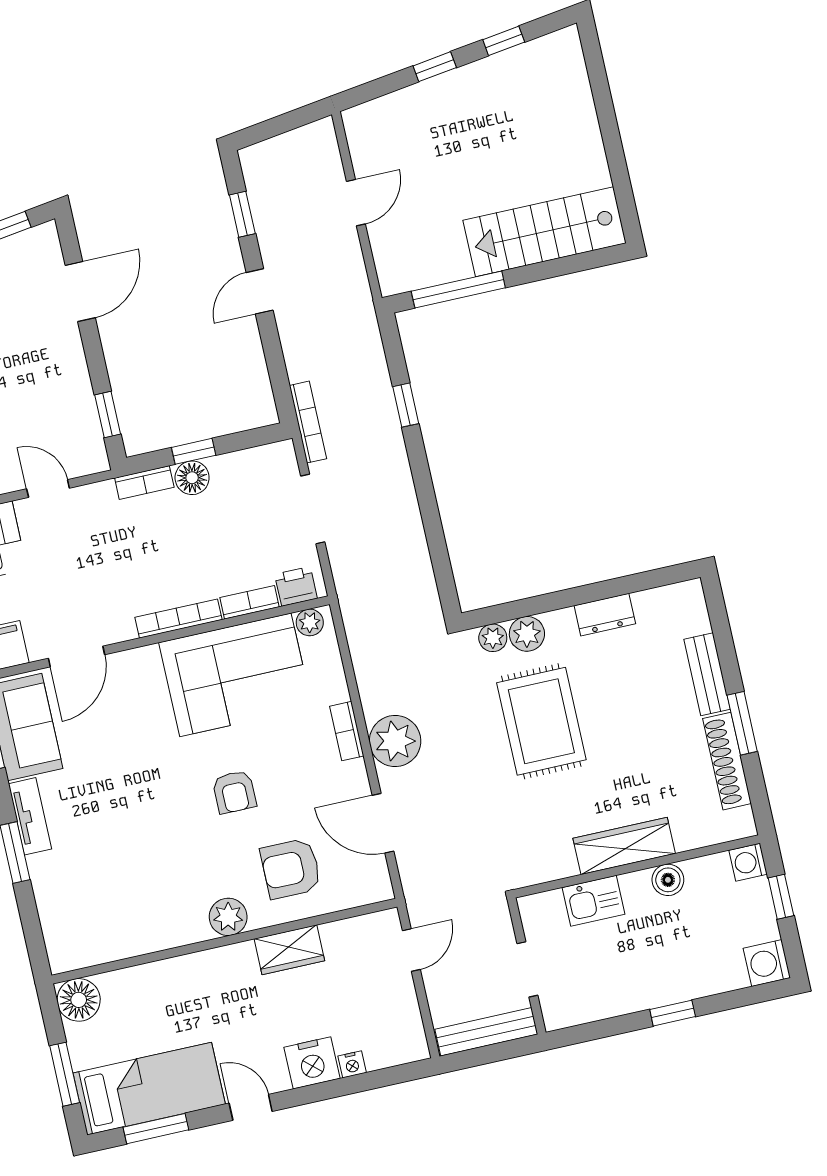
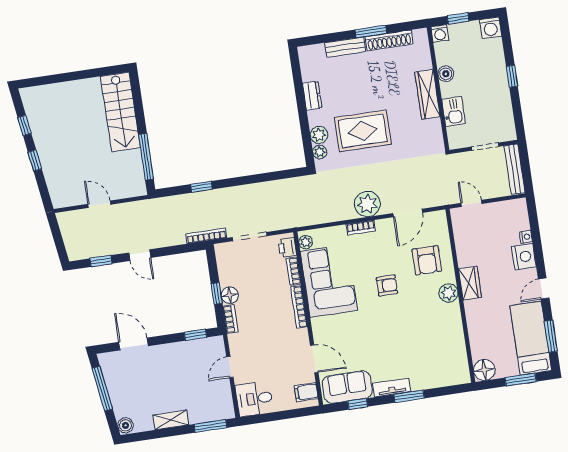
wardrobe: (289, 950) -> (470, 283), moved

